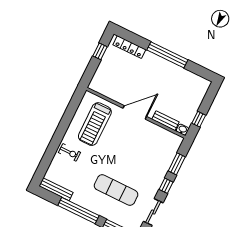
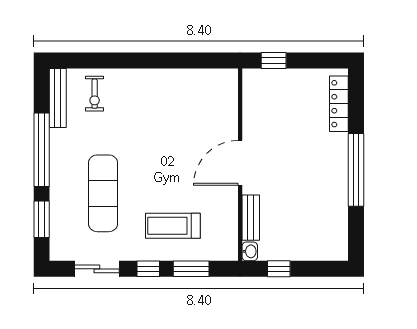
window: (100, 51) -> (274, 61), moved
door: (135, 112) -> (240, 163), swing flipped
treadmill: (95, 124) -> (173, 226), moved, width x0.73, depth x0.73
exercise bike: (69, 152) -> (95, 94), moved

